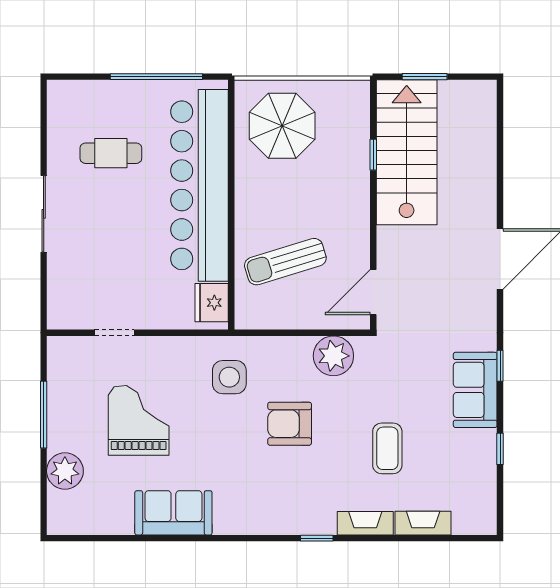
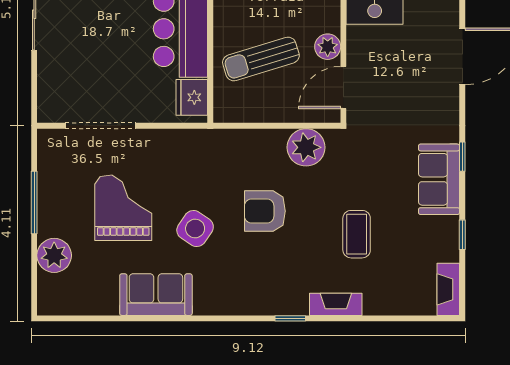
plant: (356, 248) -> (328, 47), added
doorway: (114, 333) -> (100, 126), width x1.87
side table: (229, 377) -> (195, 229), moved, turned 34
fireplace: (423, 523) -> (448, 289), moved, turned -90

